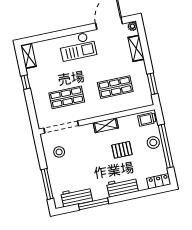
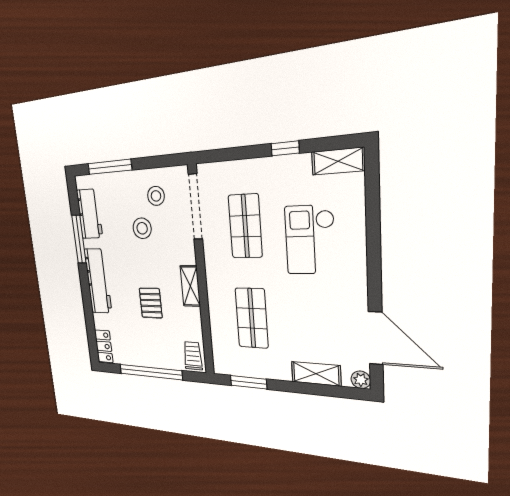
checkout: (78, 46) -> (310, 240), moved
stool: (153, 142) -> (142, 228), moved
workbench: (122, 187) -> (98, 281), width x1.37

